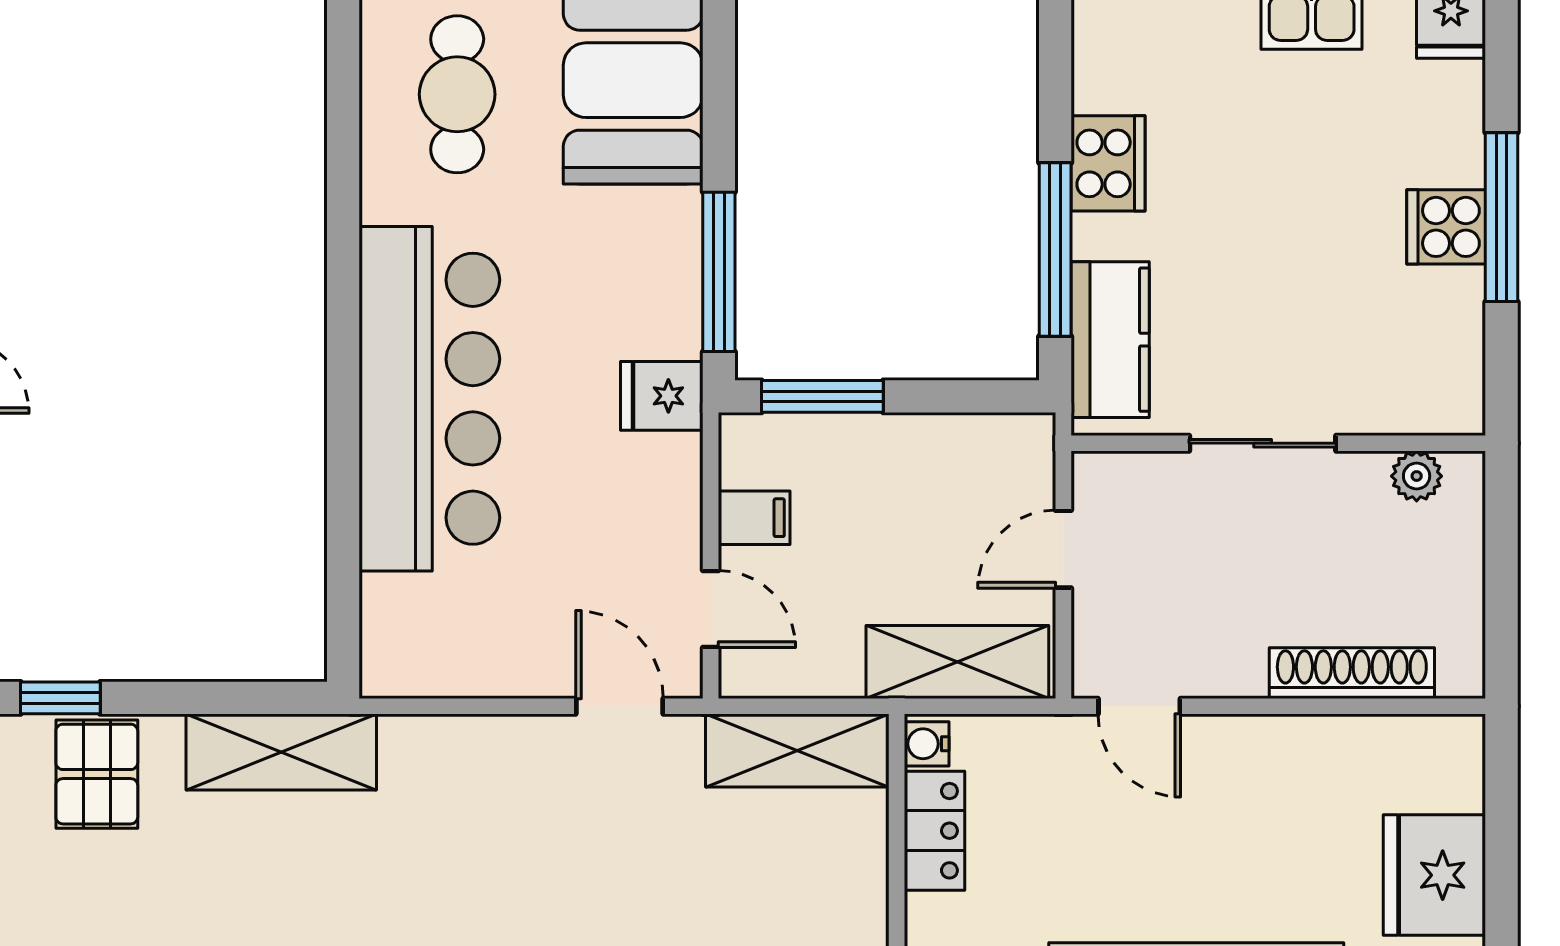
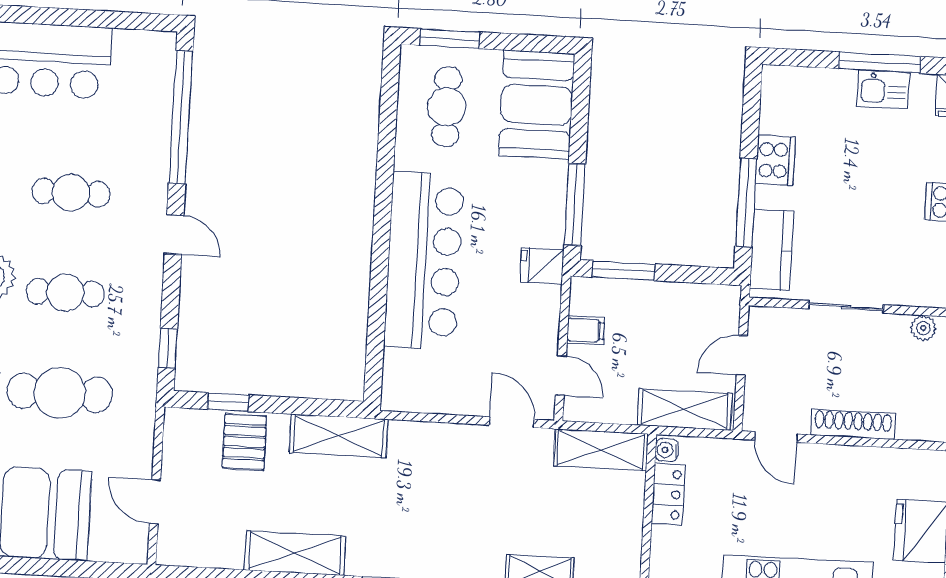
shoe rack: (1352, 673) -> (853, 424), moved

